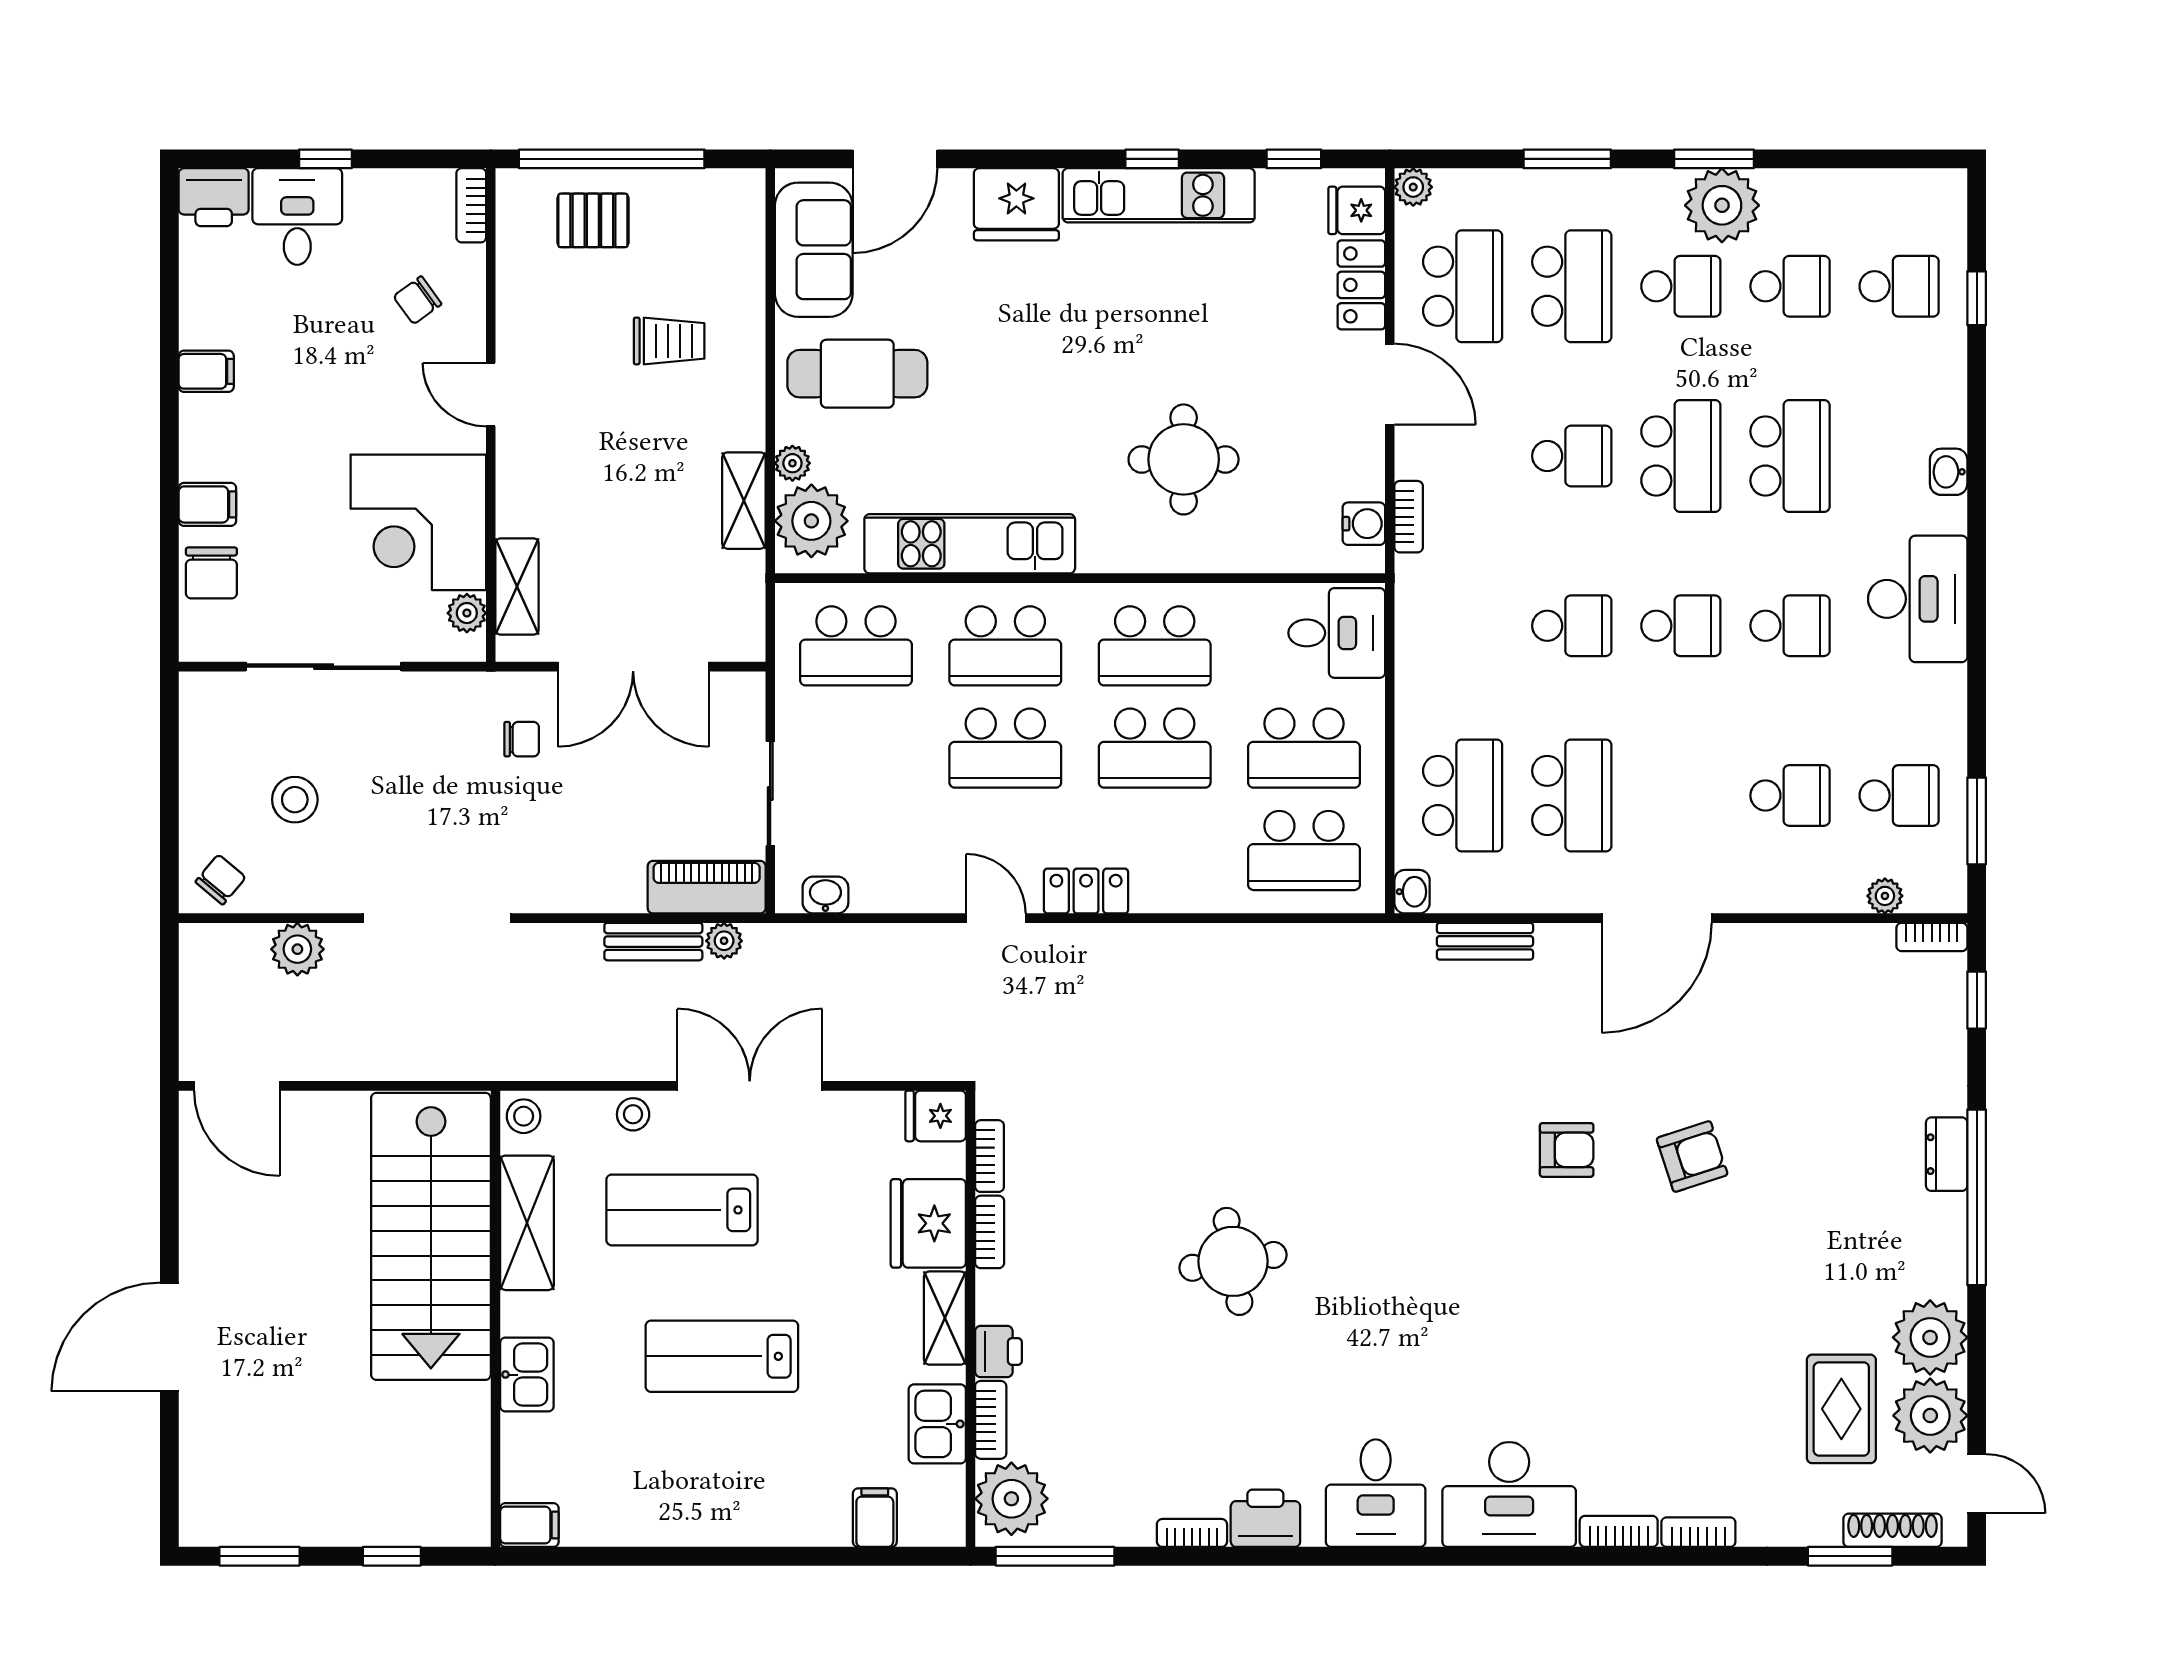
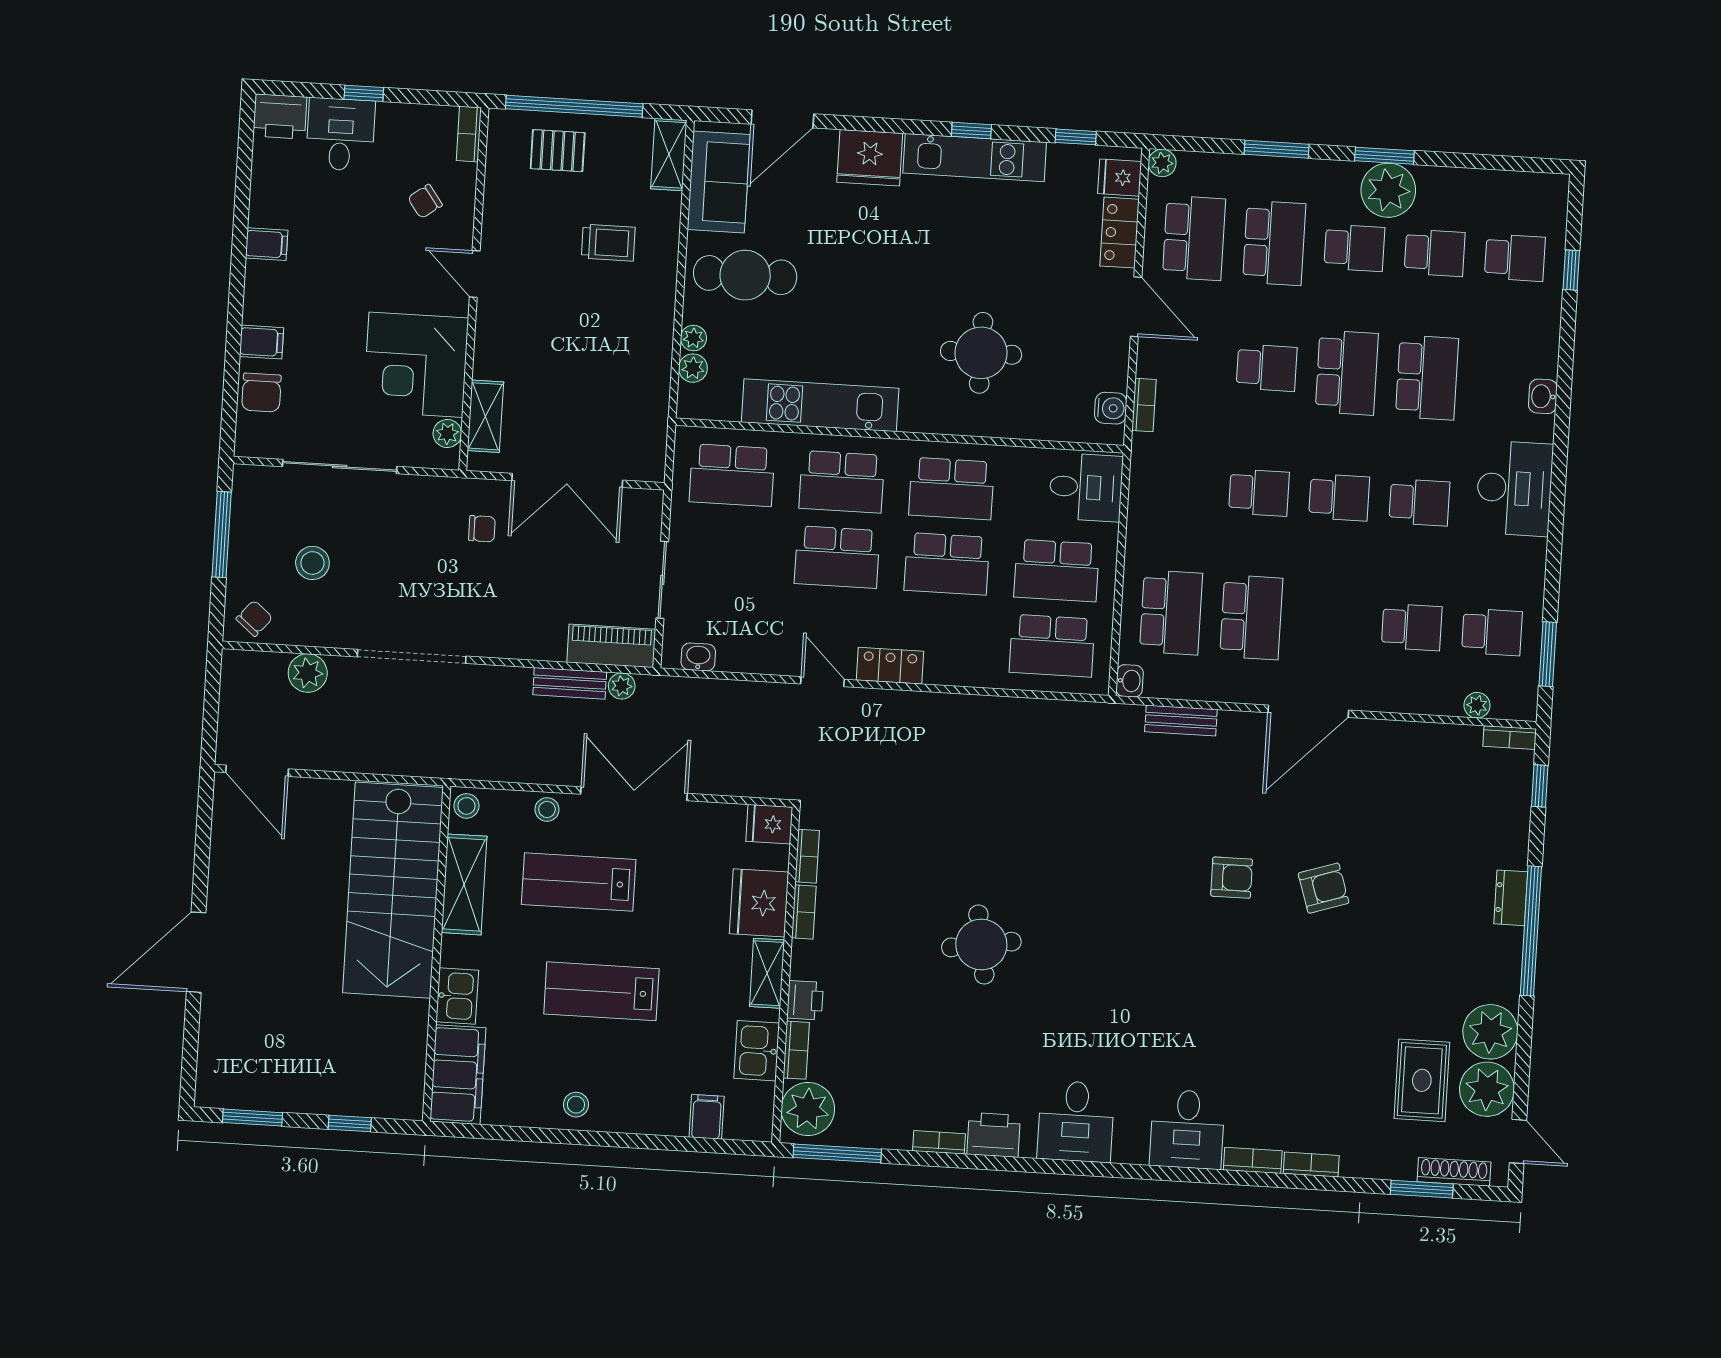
shelving: (744, 501) -> (669, 154), moved
plant: (811, 521) -> (693, 368), width x0.53, depth x0.53
window: (169, 769) -> (222, 535), added
desk: (1509, 1494) -> (1187, 1129), width x0.73
stool: (697, 1512) -> (576, 1105), added
filing cabinet: (529, 1525) -> (458, 1075), width x3.00, depth x1.17

